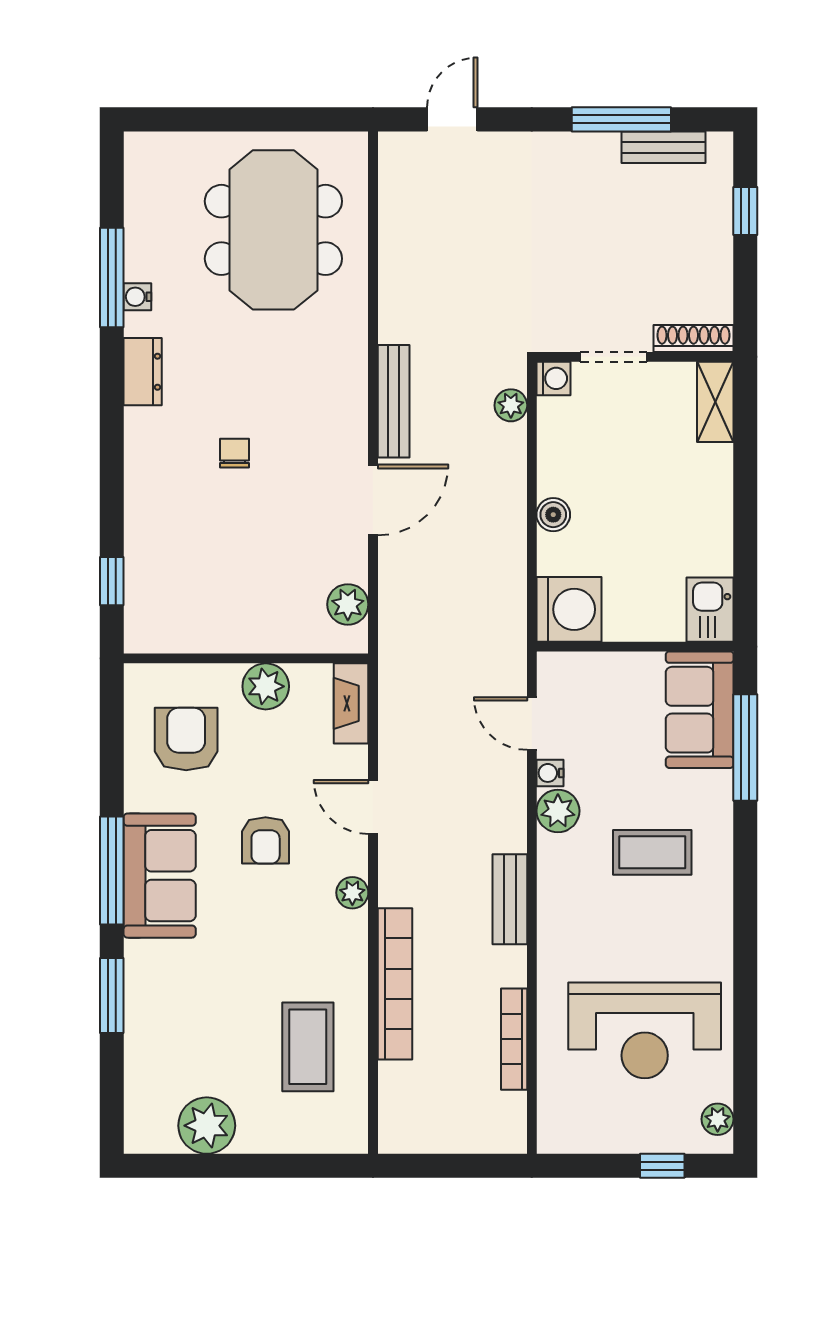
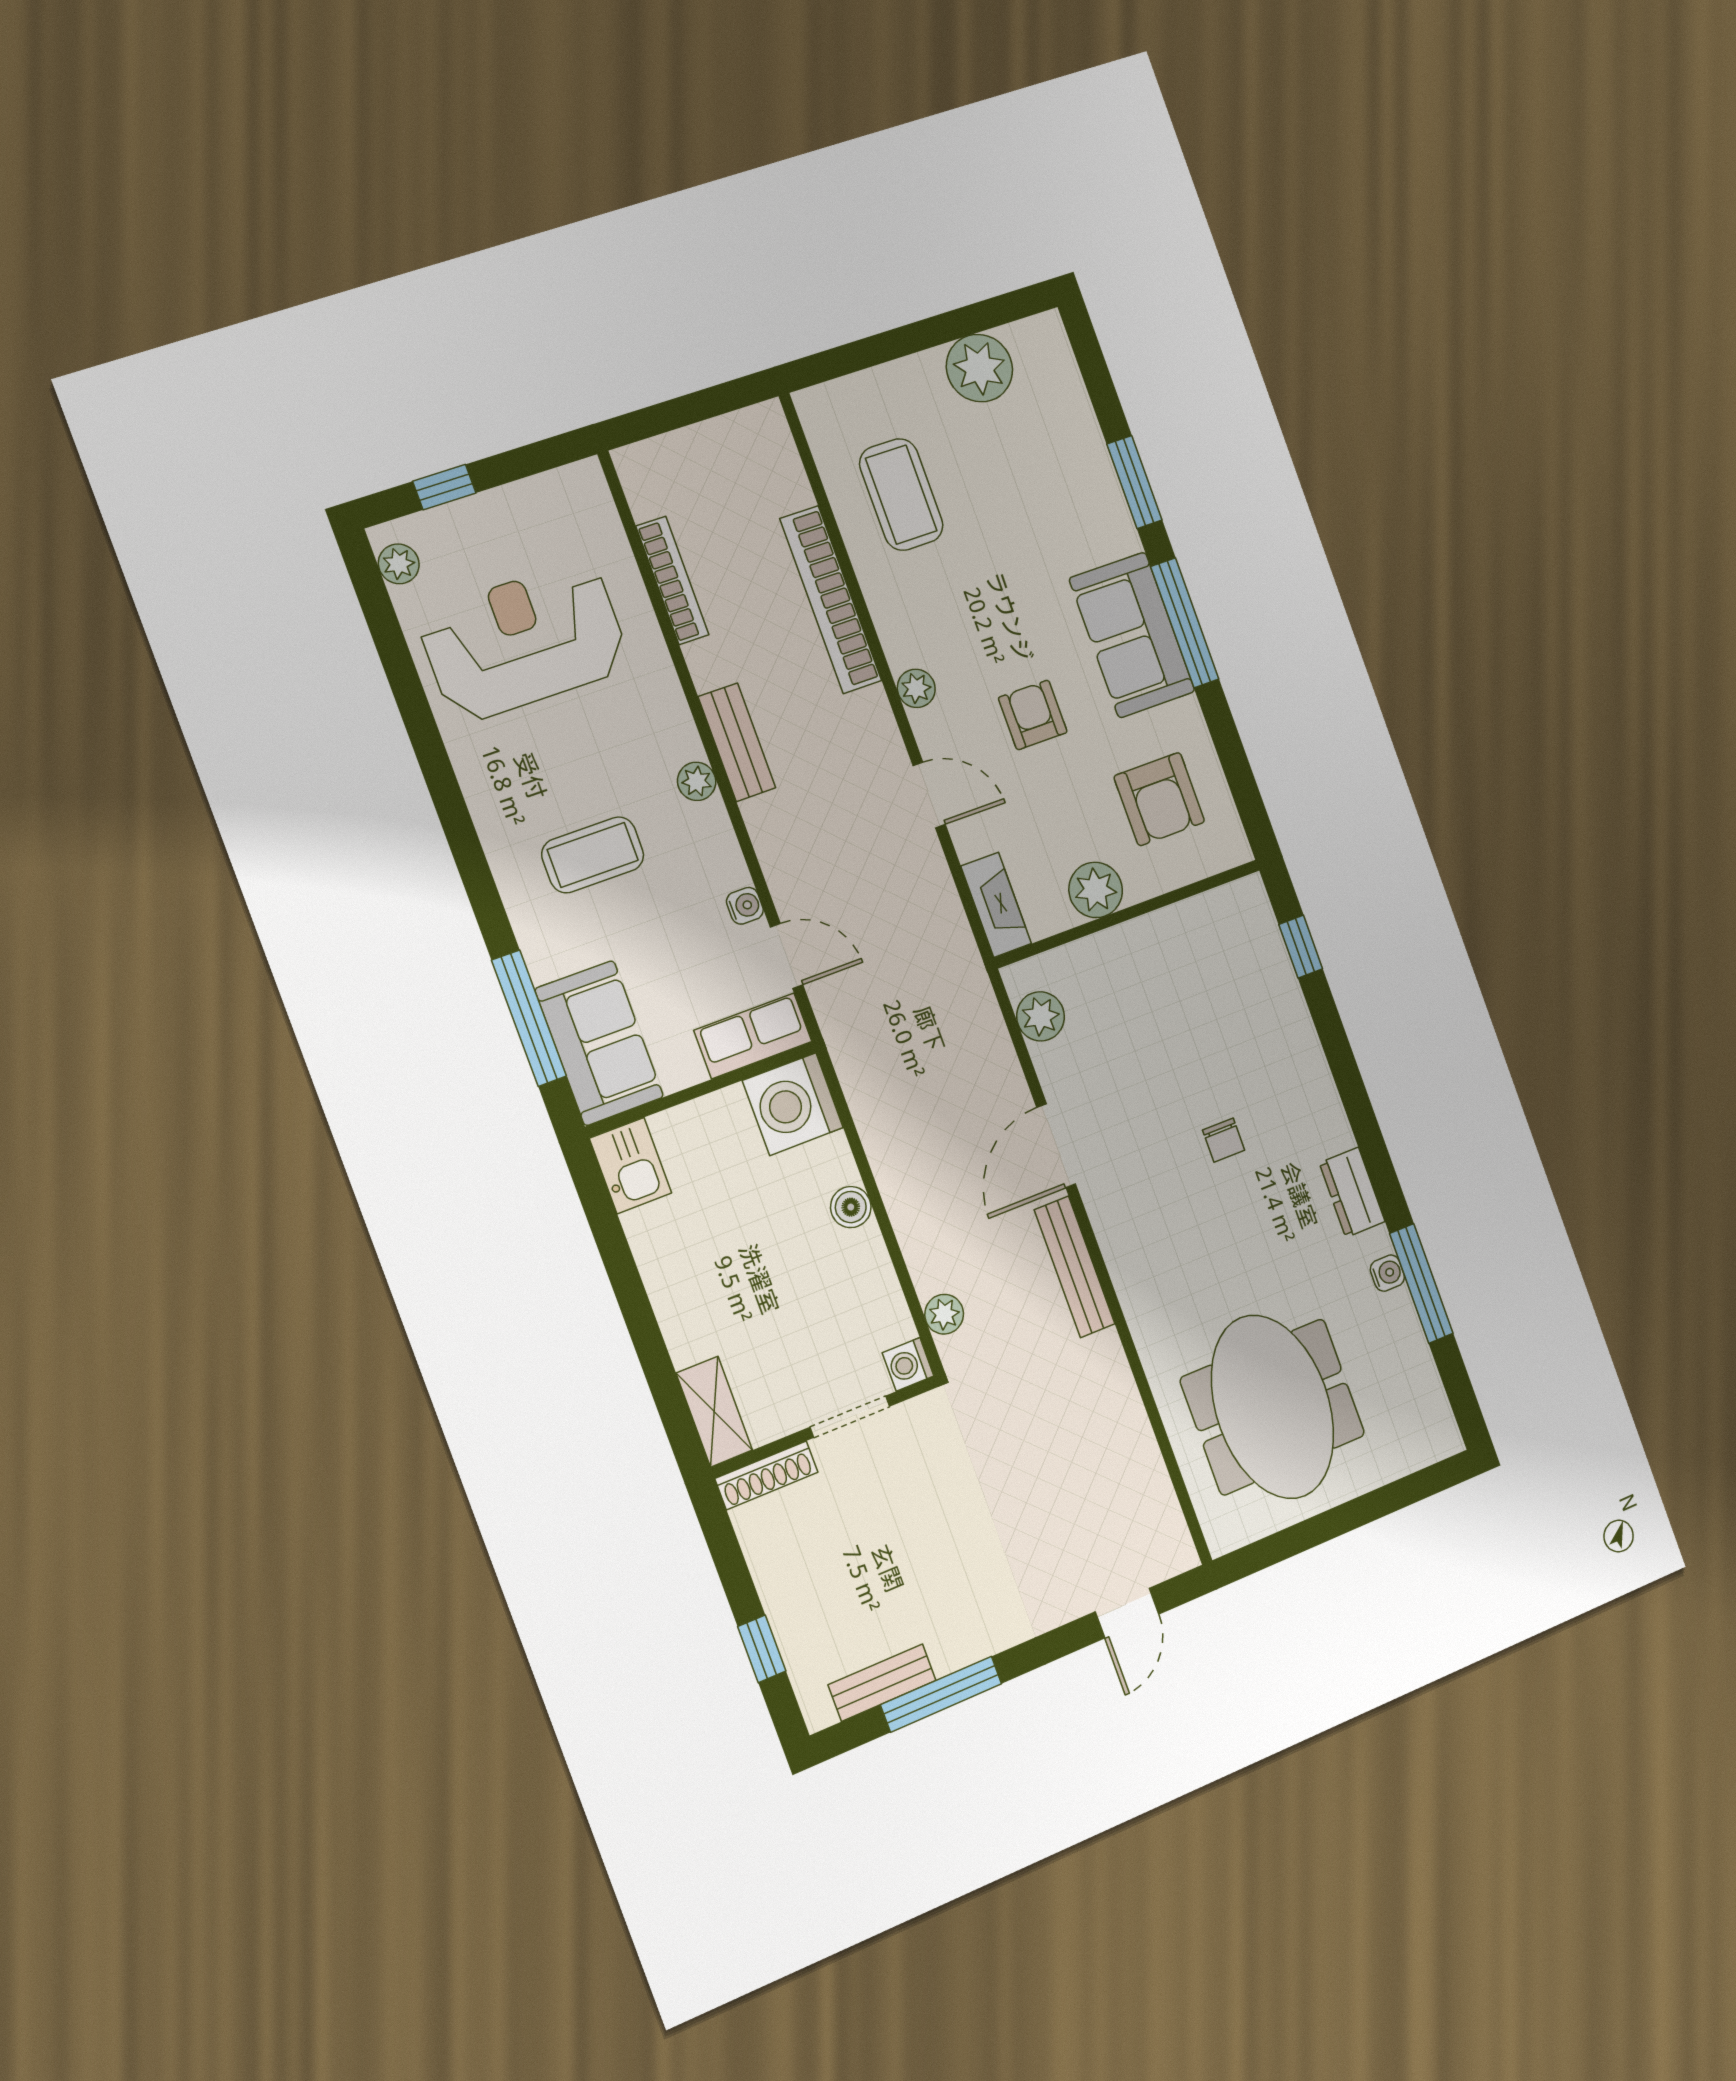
row of seats: (580, 672) -> (753, 1036), added
plant: (558, 811) -> (697, 781), moved, width x0.73, depth x0.73

